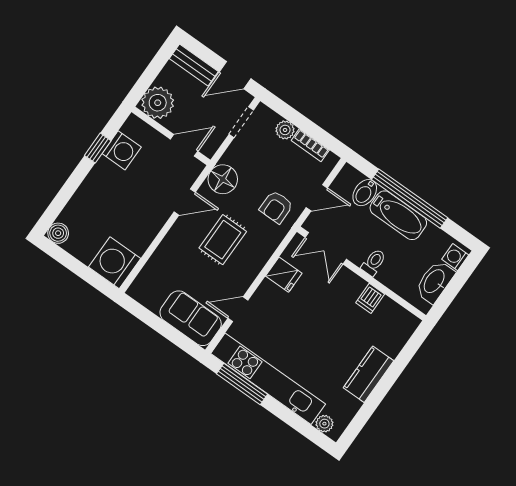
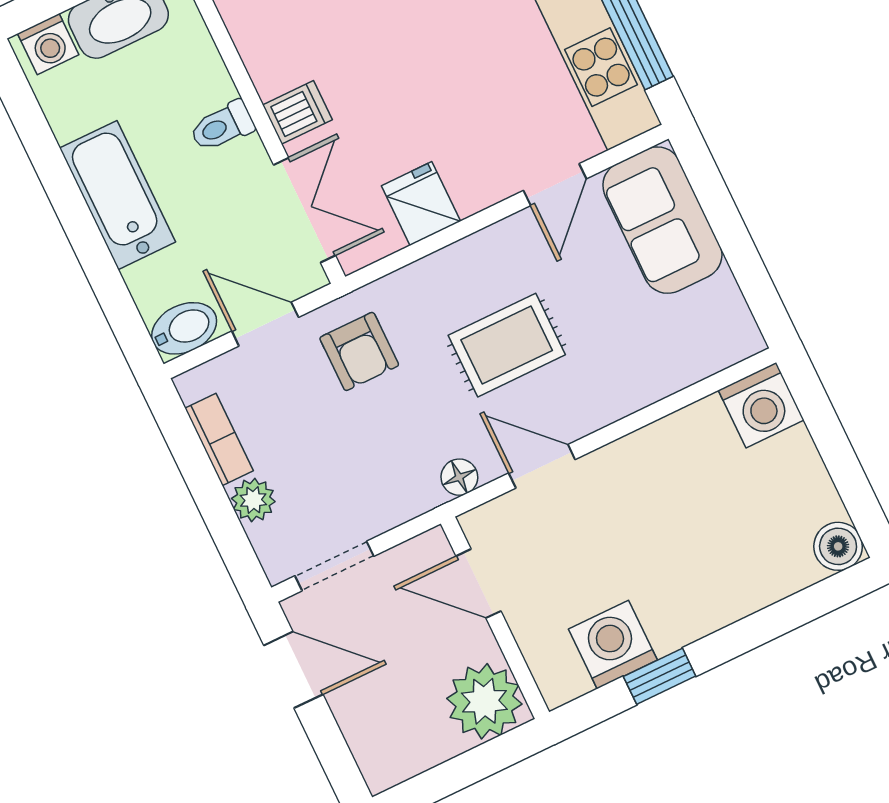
bench: (194, 65) -> (367, 738), removed
floor lamp: (223, 179) -> (459, 477), width x0.53, depth x0.53
bidet: (365, 193) -> (184, 328), moved
window: (410, 199) -> (75, 217), removed
armchair: (276, 207) -> (359, 351), turned 90
washing machine: (115, 263) -> (761, 405), width x0.73, depth x0.73
dishwasher: (370, 298) -> (297, 112), moved
door: (238, 309) -> (555, 185), hinge flipped

